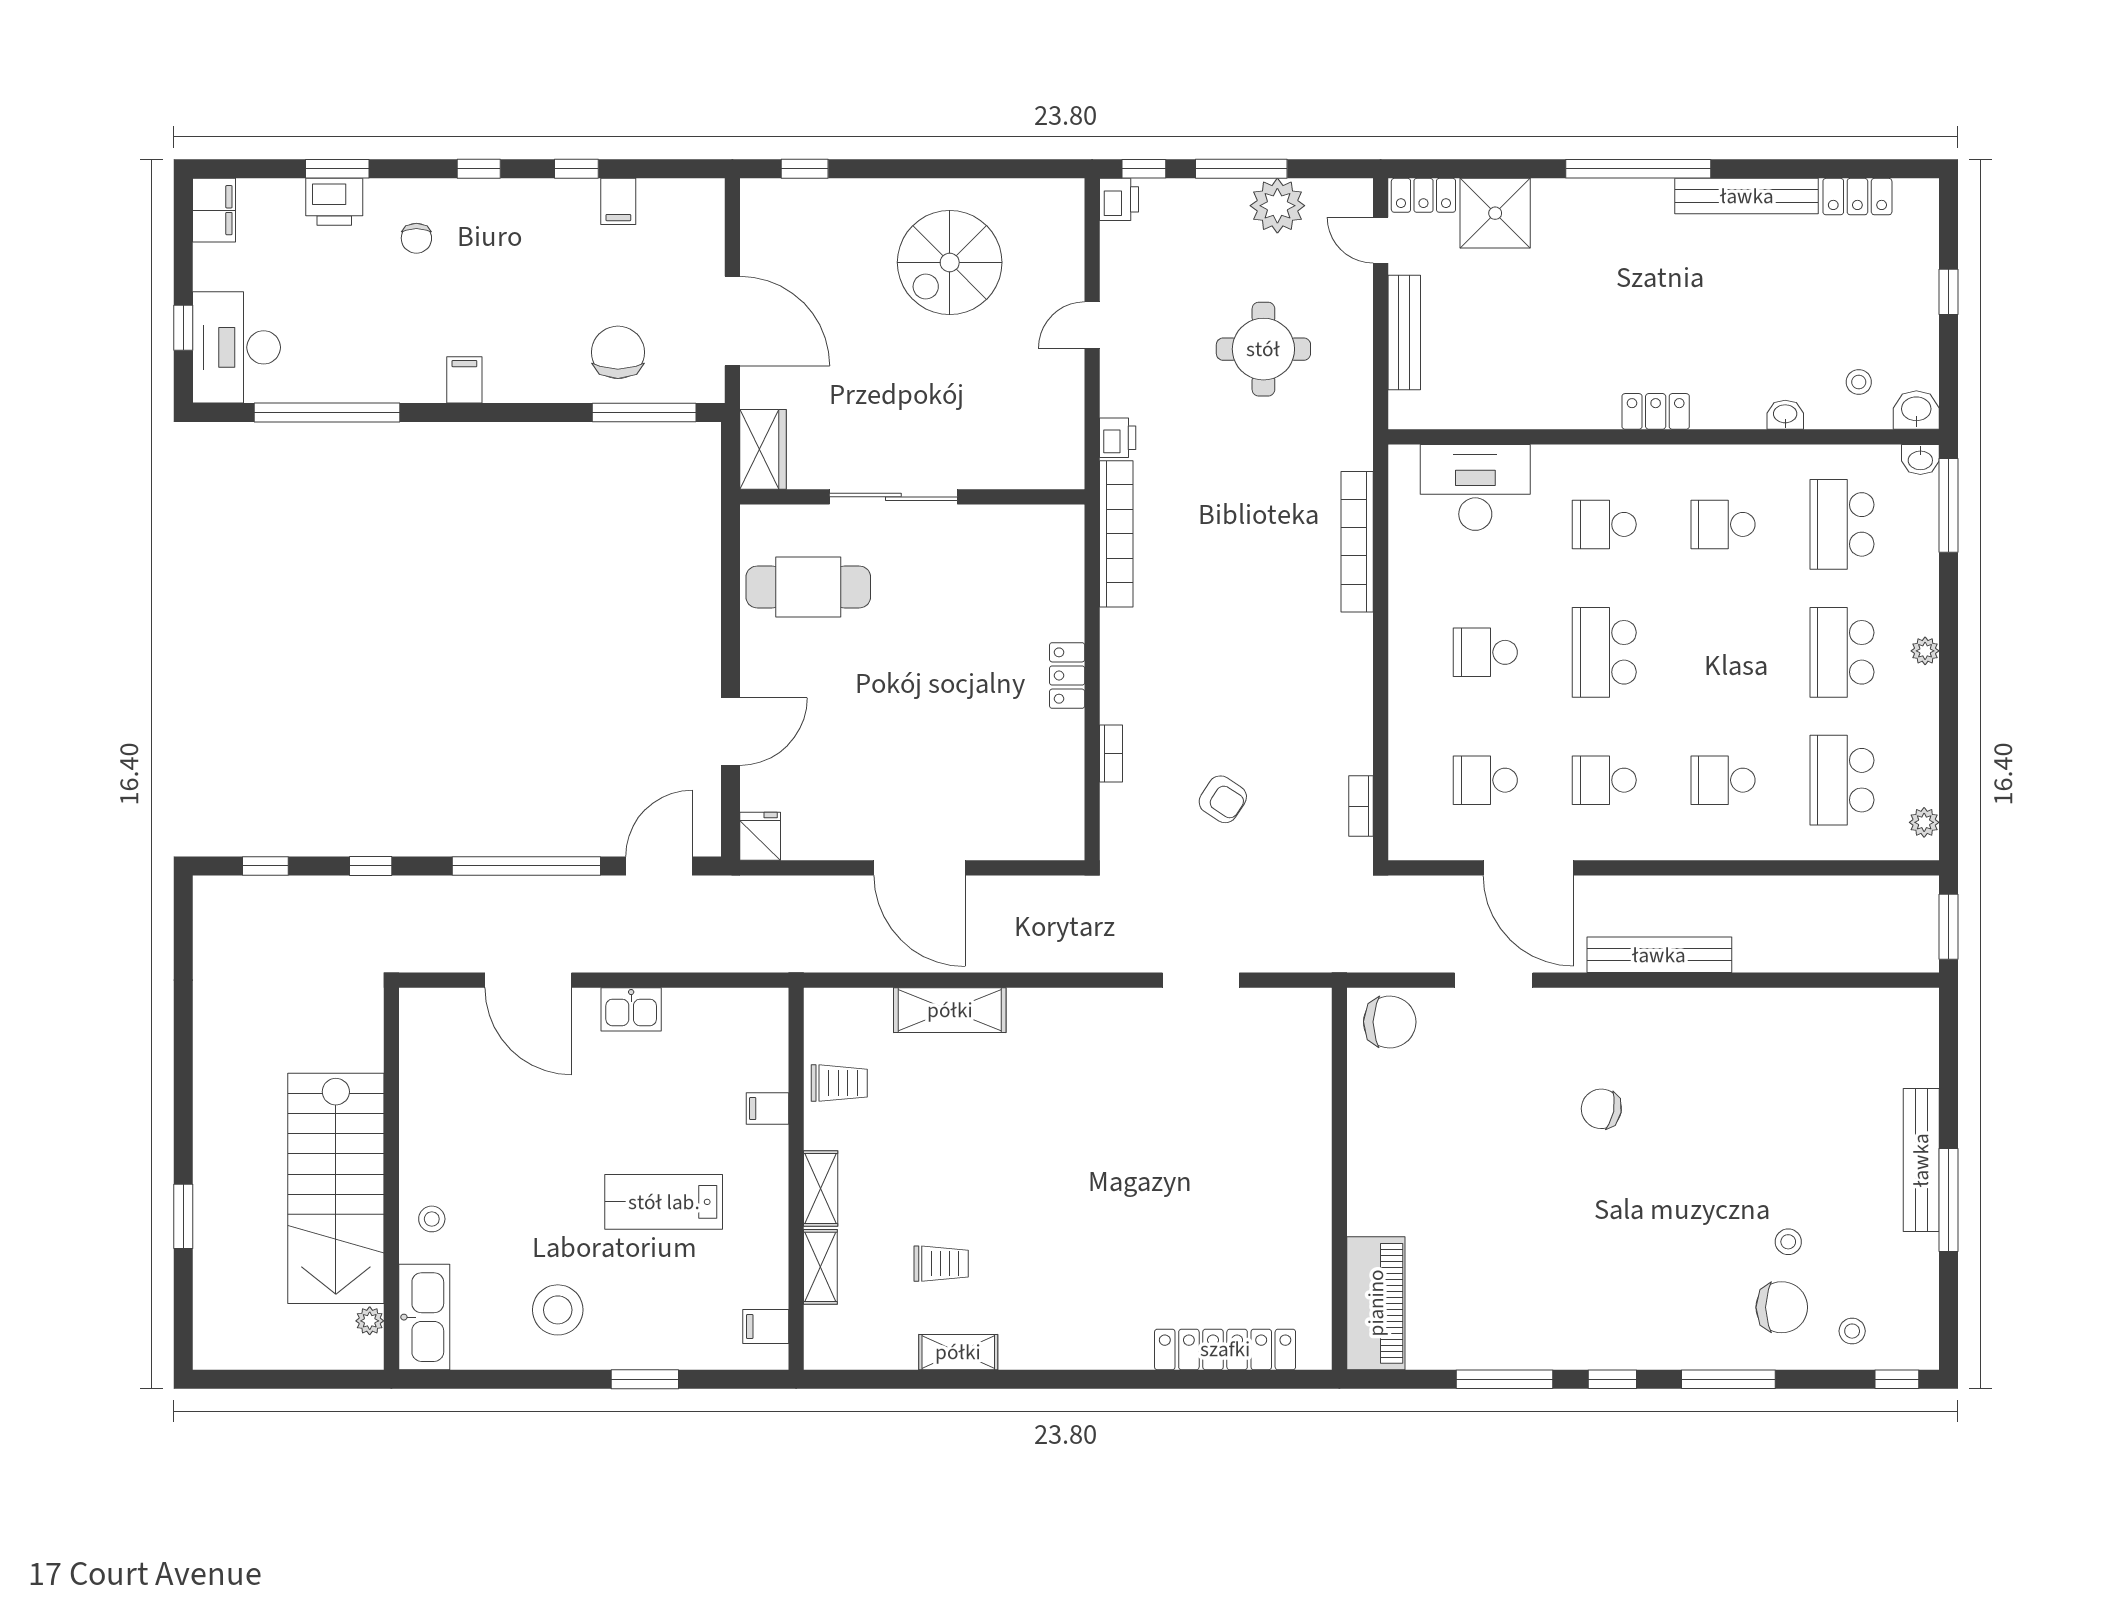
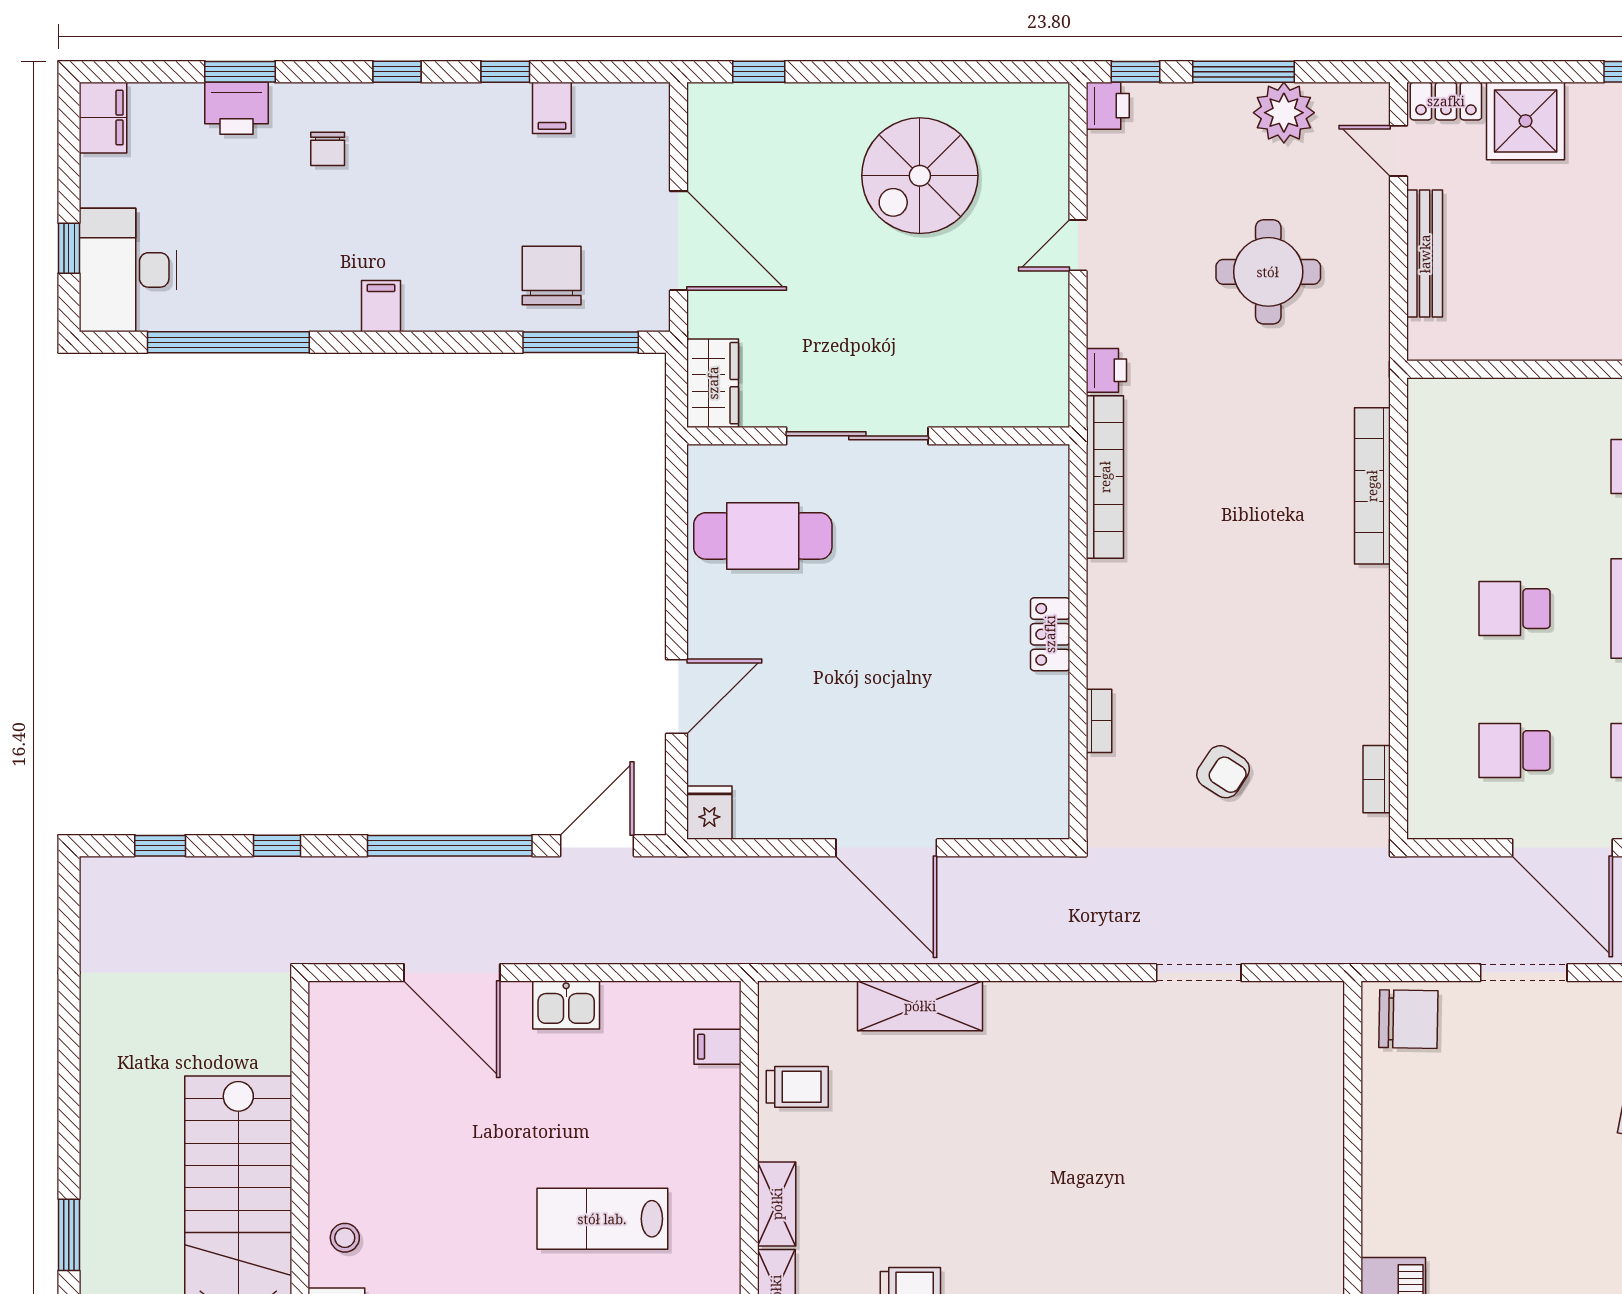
desk: (1475, 487) -> (1503, 425), removed
filing cabinet: (767, 1109) -> (718, 1047), moved

